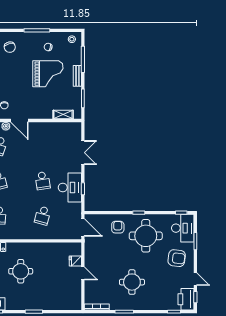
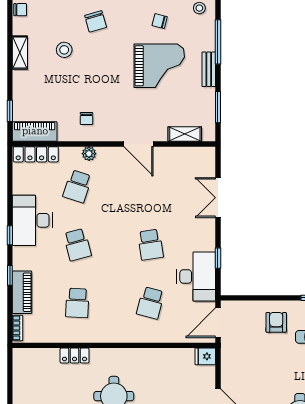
door: (19, 120) -> (138, 144), moved
double door: (83, 153) -> (218, 198), swing flipped
desk: (70, 187) -> (196, 277), moved
door: (83, 227) -> (218, 323), swing flipped
fridge: (75, 261) -> (205, 356), moved

